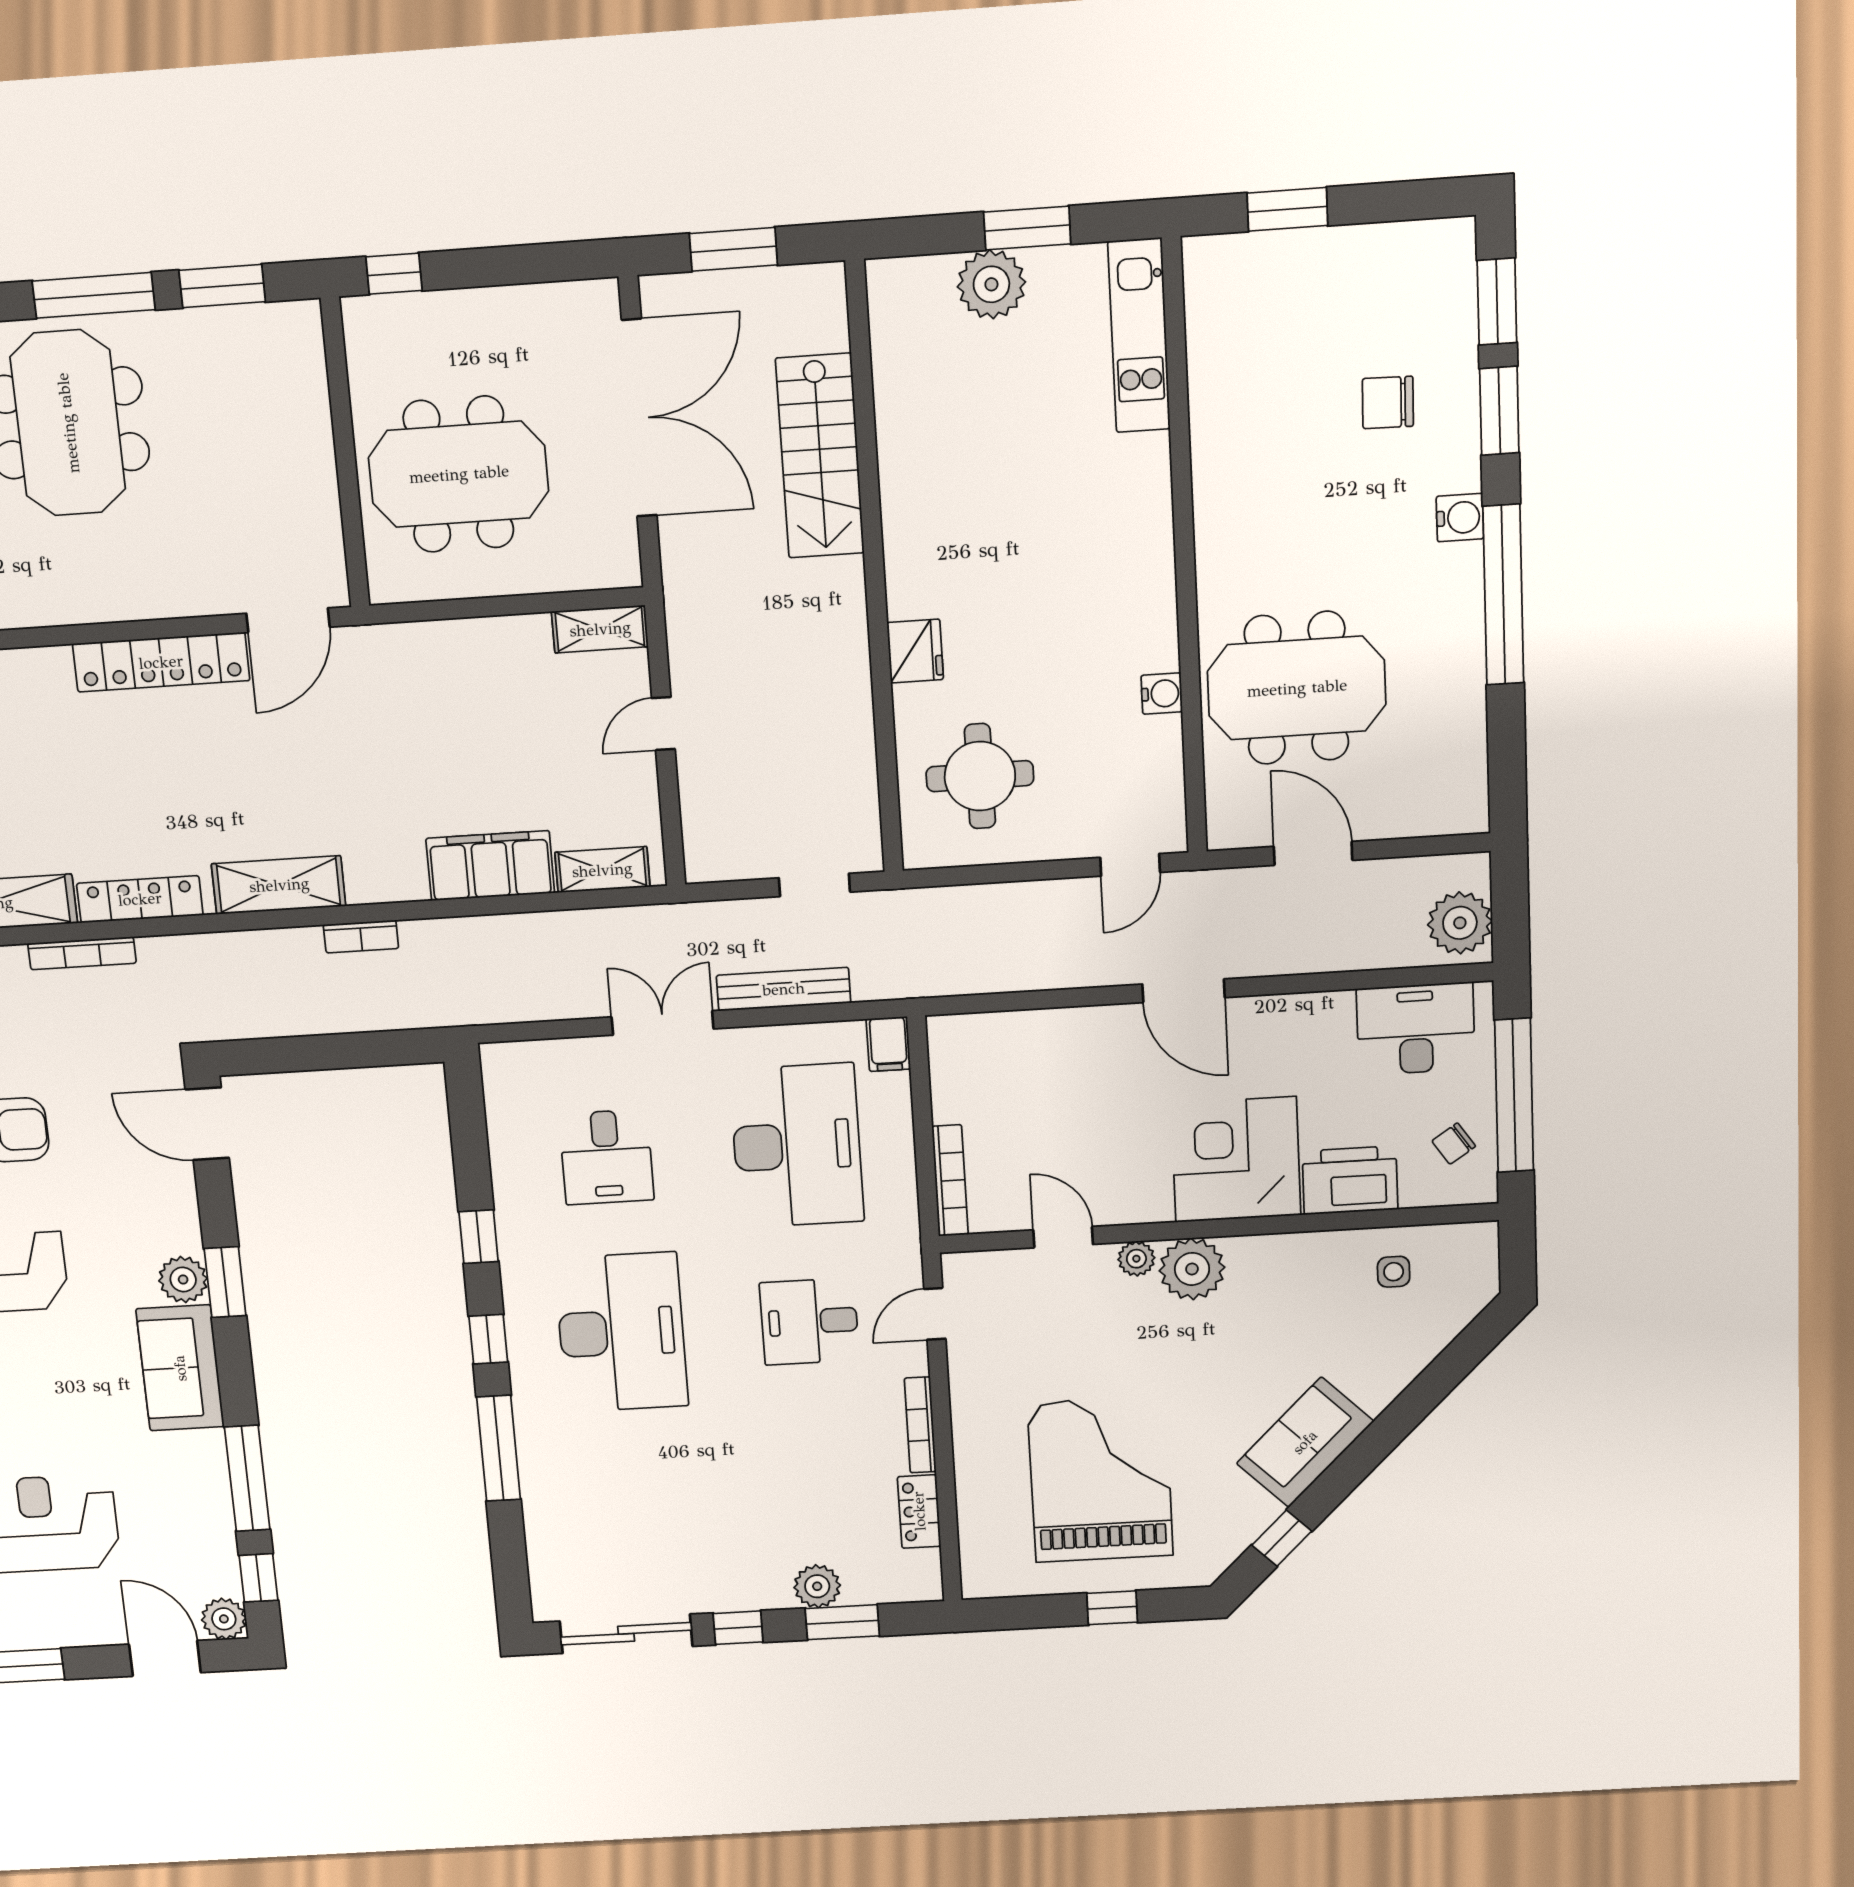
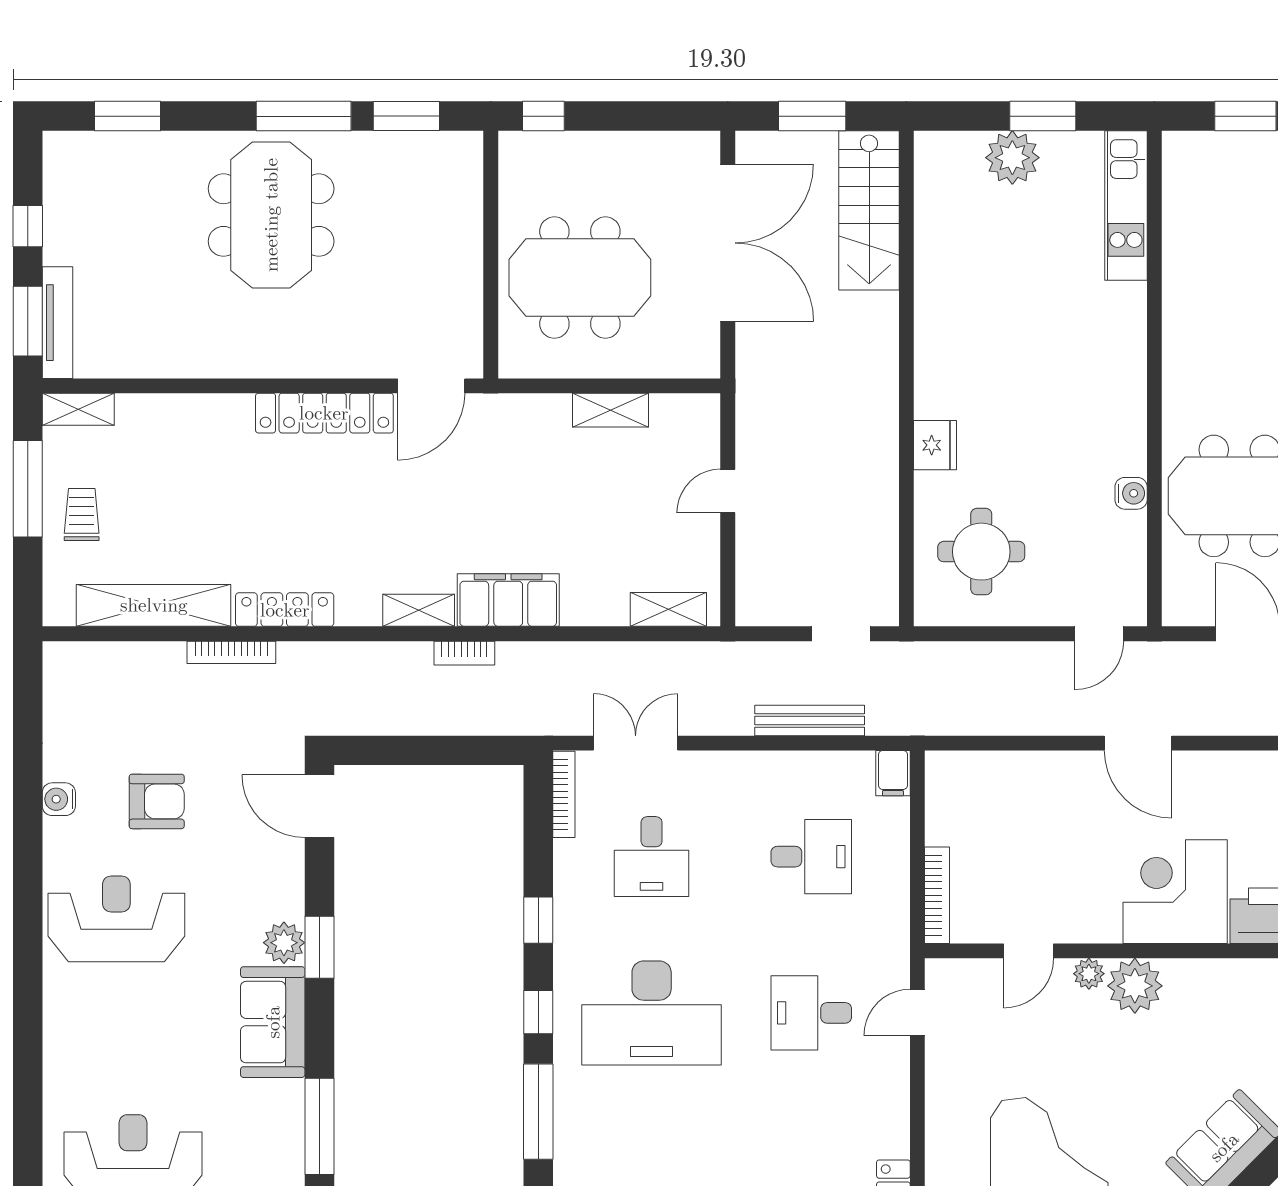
stairs: (820, 456) -> (869, 210), moved
shelving: (600, 629) -> (610, 410), moved
filing cabinet: (490, 866) -> (508, 600), moved
shelving: (279, 885) -> (419, 610), width x0.67, depth x0.75
double door: (663, 1023) -> (636, 743), moved
desk: (797, 1146) -> (811, 857), width x0.53, depth x0.77
door: (1063, 1237) -> (1029, 951), swing flipped
desk: (621, 1332) -> (652, 1013), turned 90
bookcase: (920, 1425) -> (564, 794), moved, turned 180

